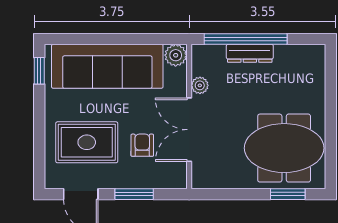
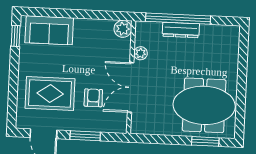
sofa: (107, 66) -> (49, 30), width x0.54, depth x0.79

